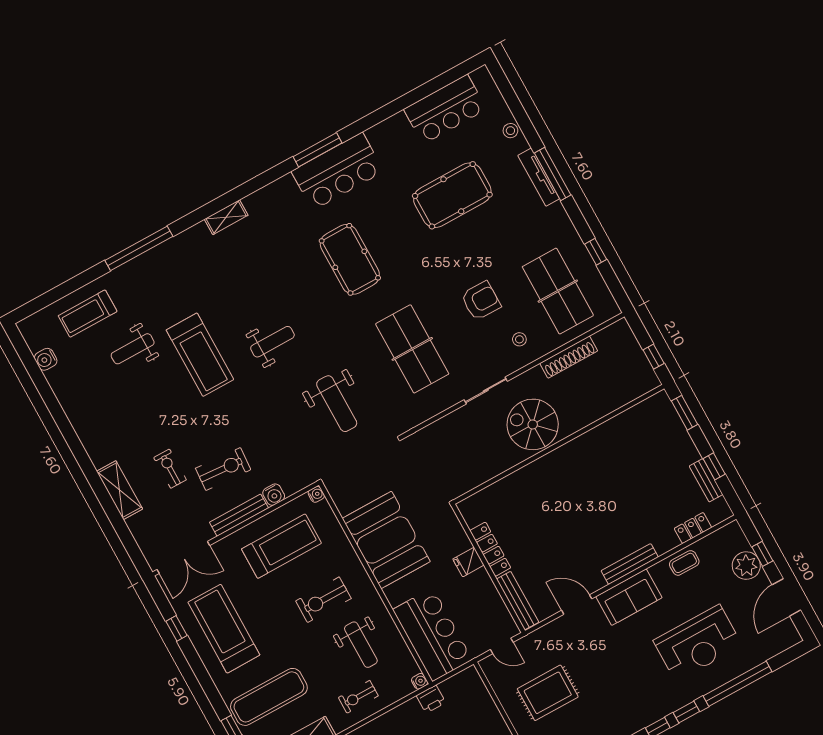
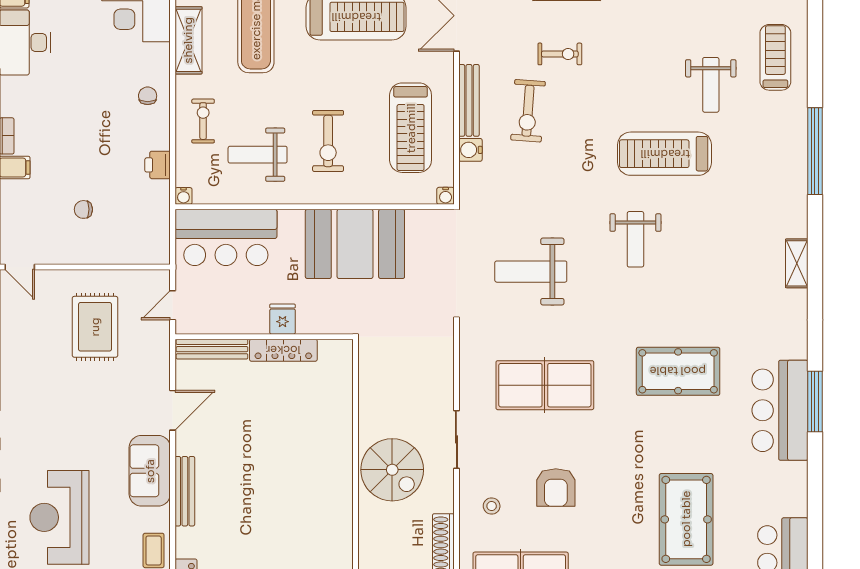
weight bench: (133, 349) -> (711, 85), turned 180
spiral stairs: (533, 424) -> (392, 470), turned 90
exercise bike: (323, 600) -> (328, 141), turned 180
printer: (431, 699) -> (158, 165), moved

